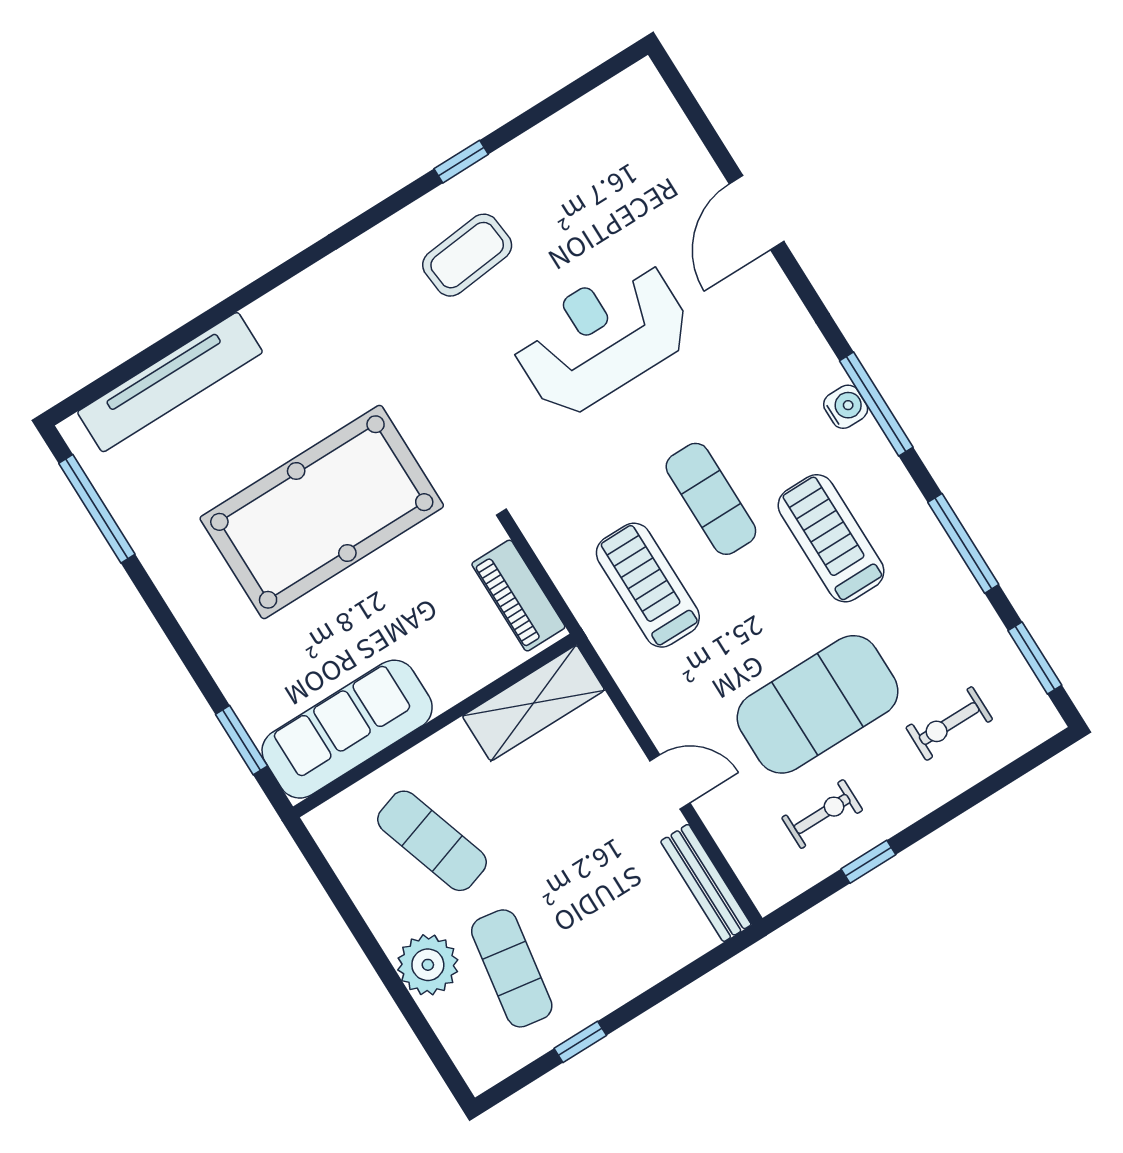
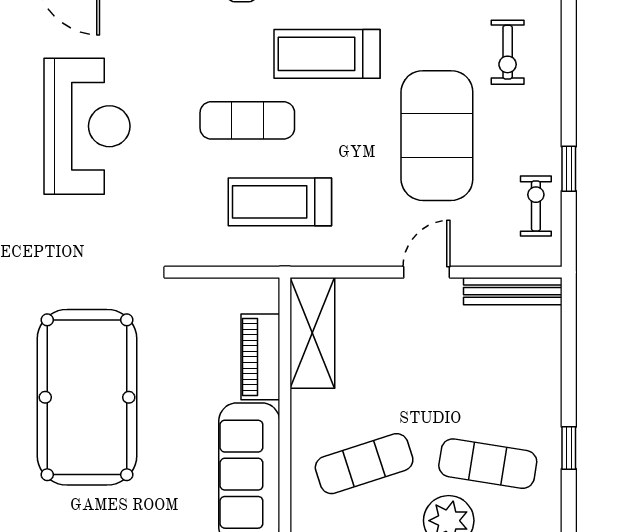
reception desk: (602, 337) -> (87, 126), turned 180
piano: (518, 596) -> (260, 357), moved, turned 90
exercise bike: (822, 814) -> (536, 206), moved

